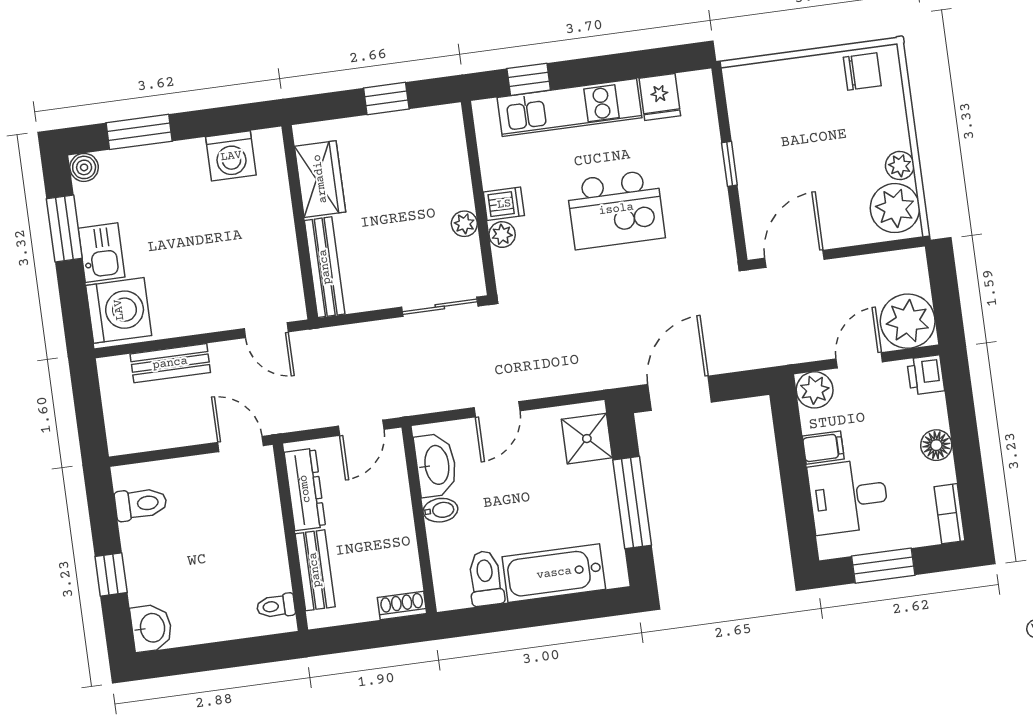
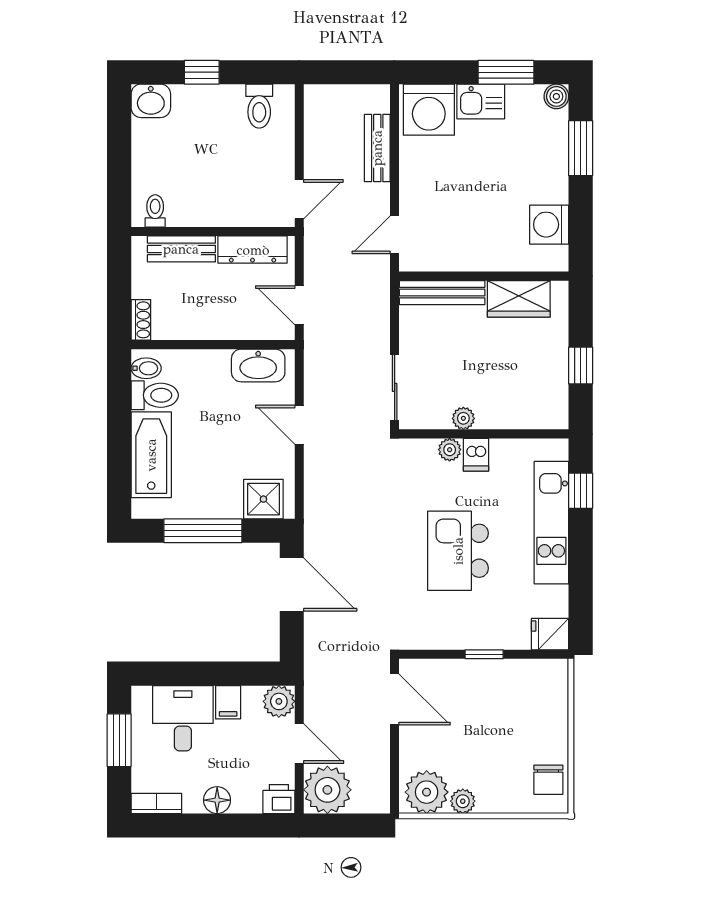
fridge: (660, 97) -> (550, 634), moved
bidet: (440, 510) -> (146, 368), moved, turned -90

